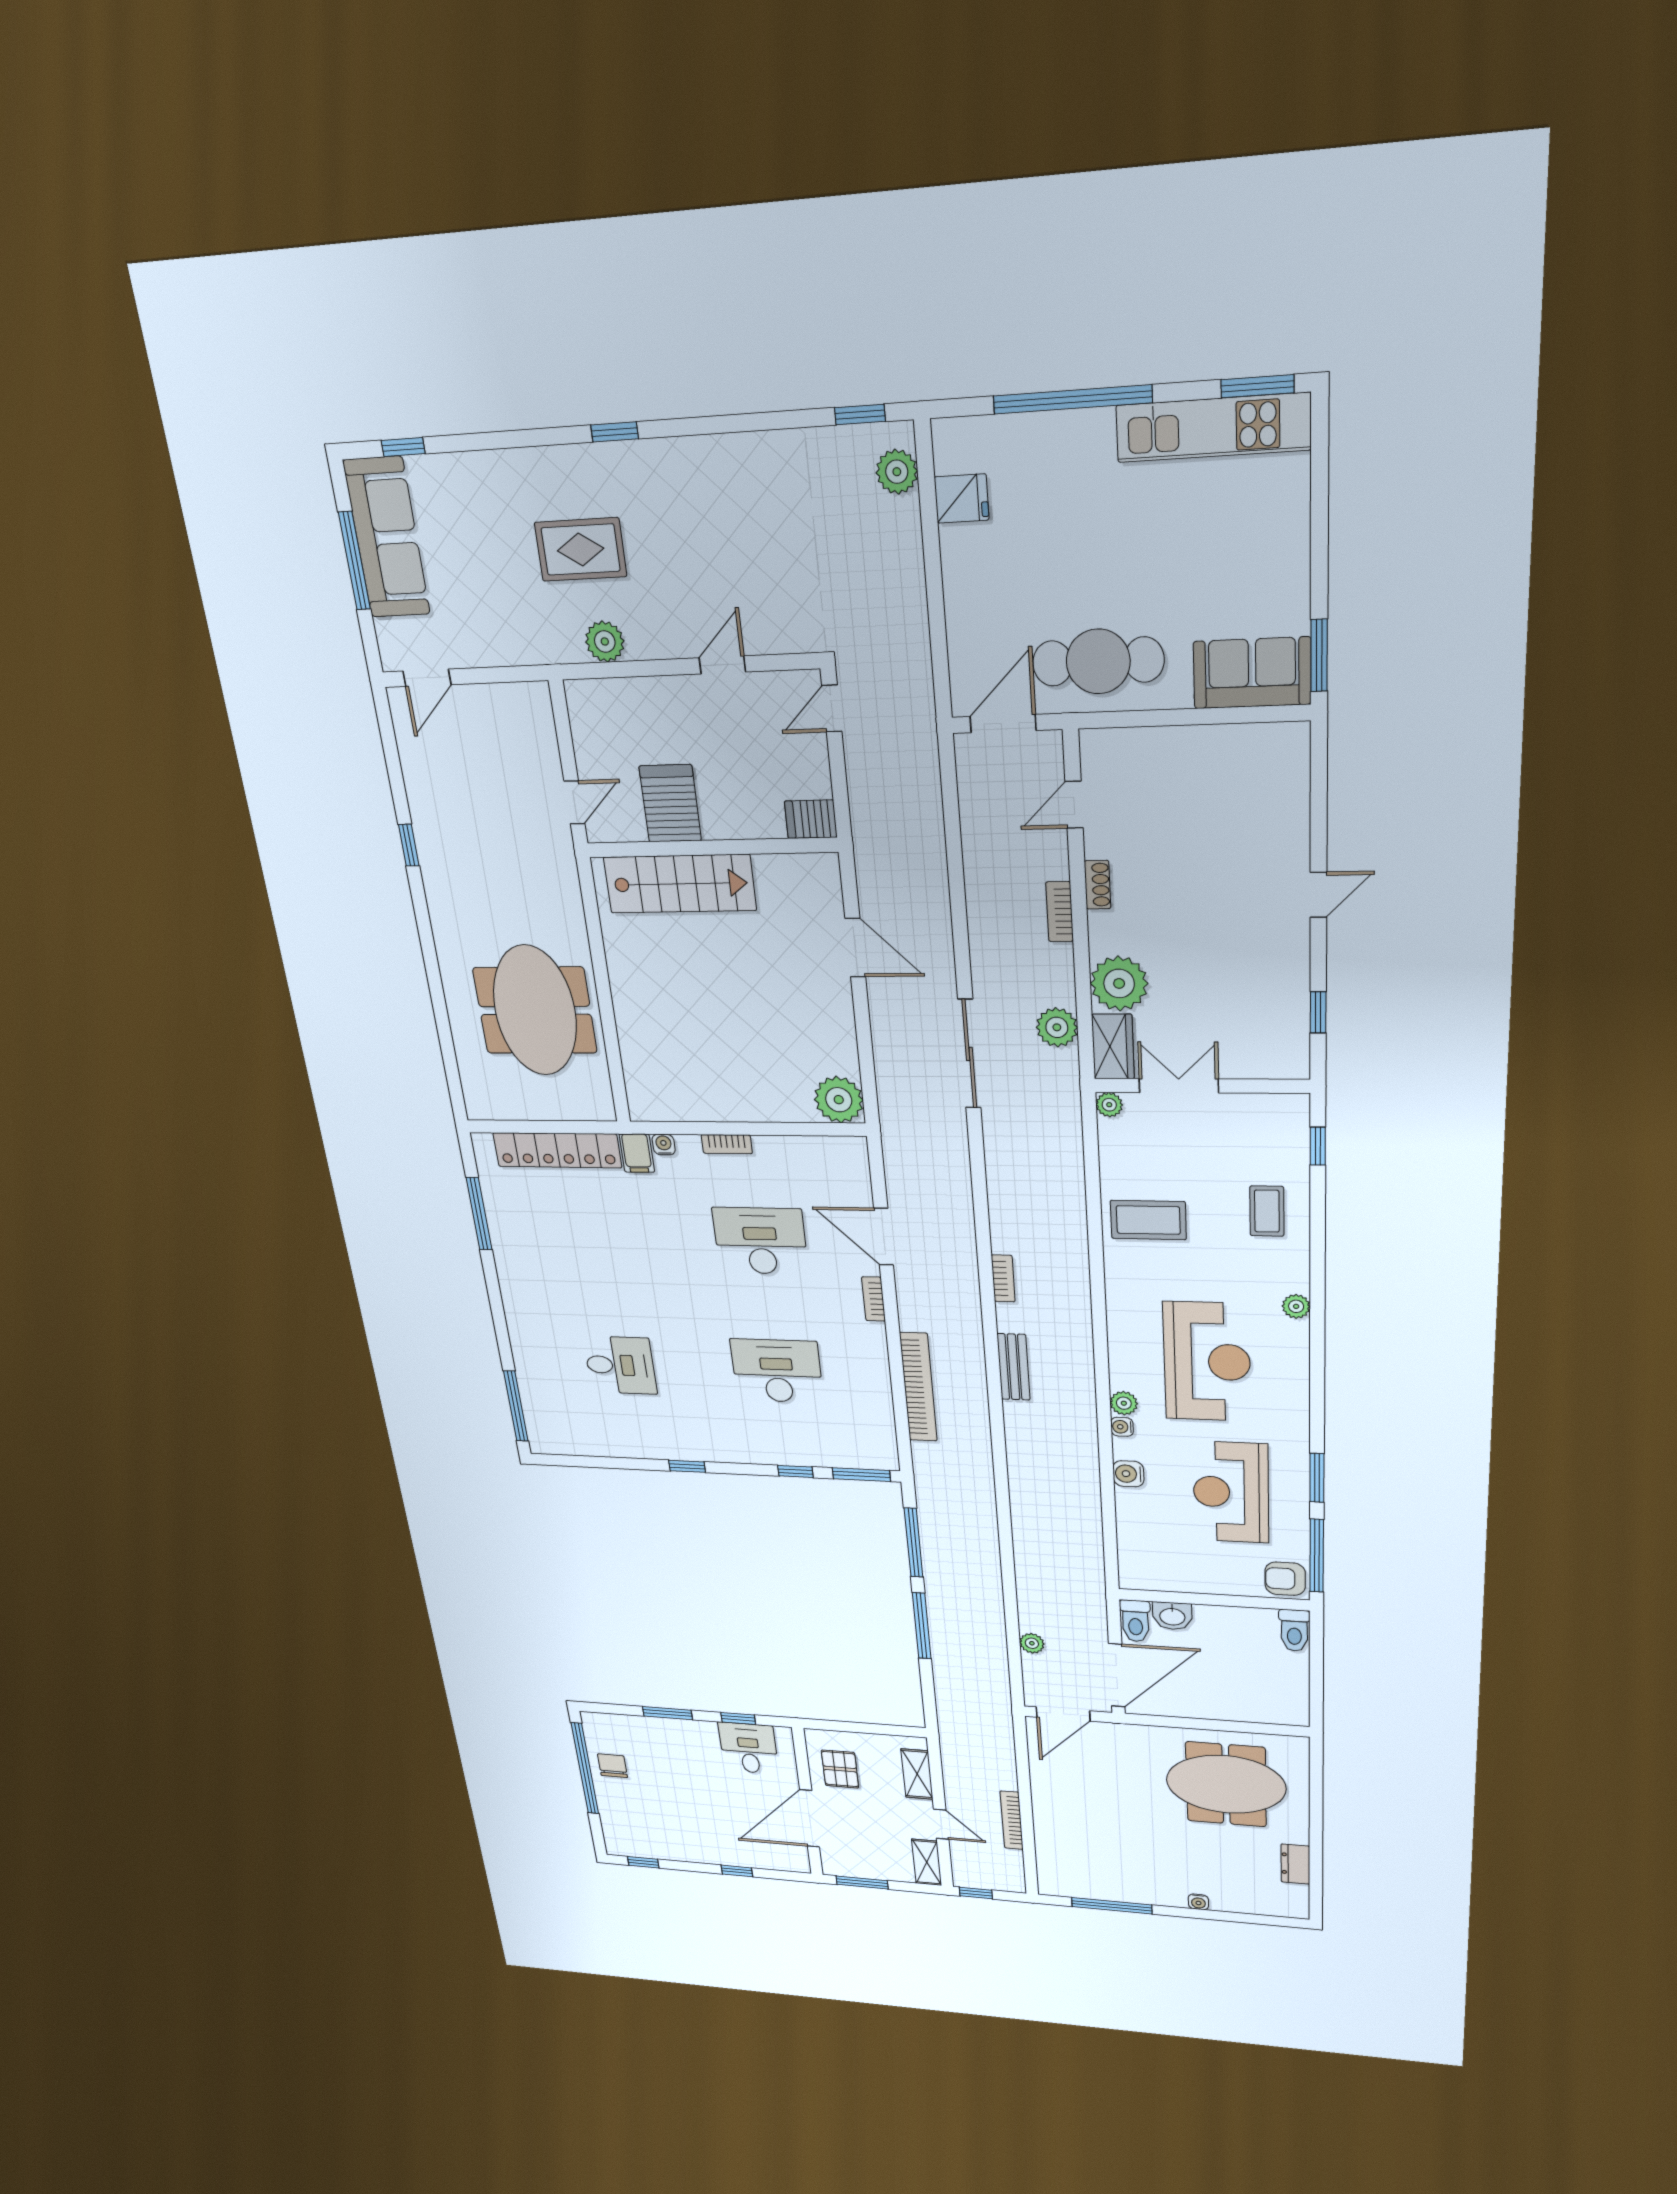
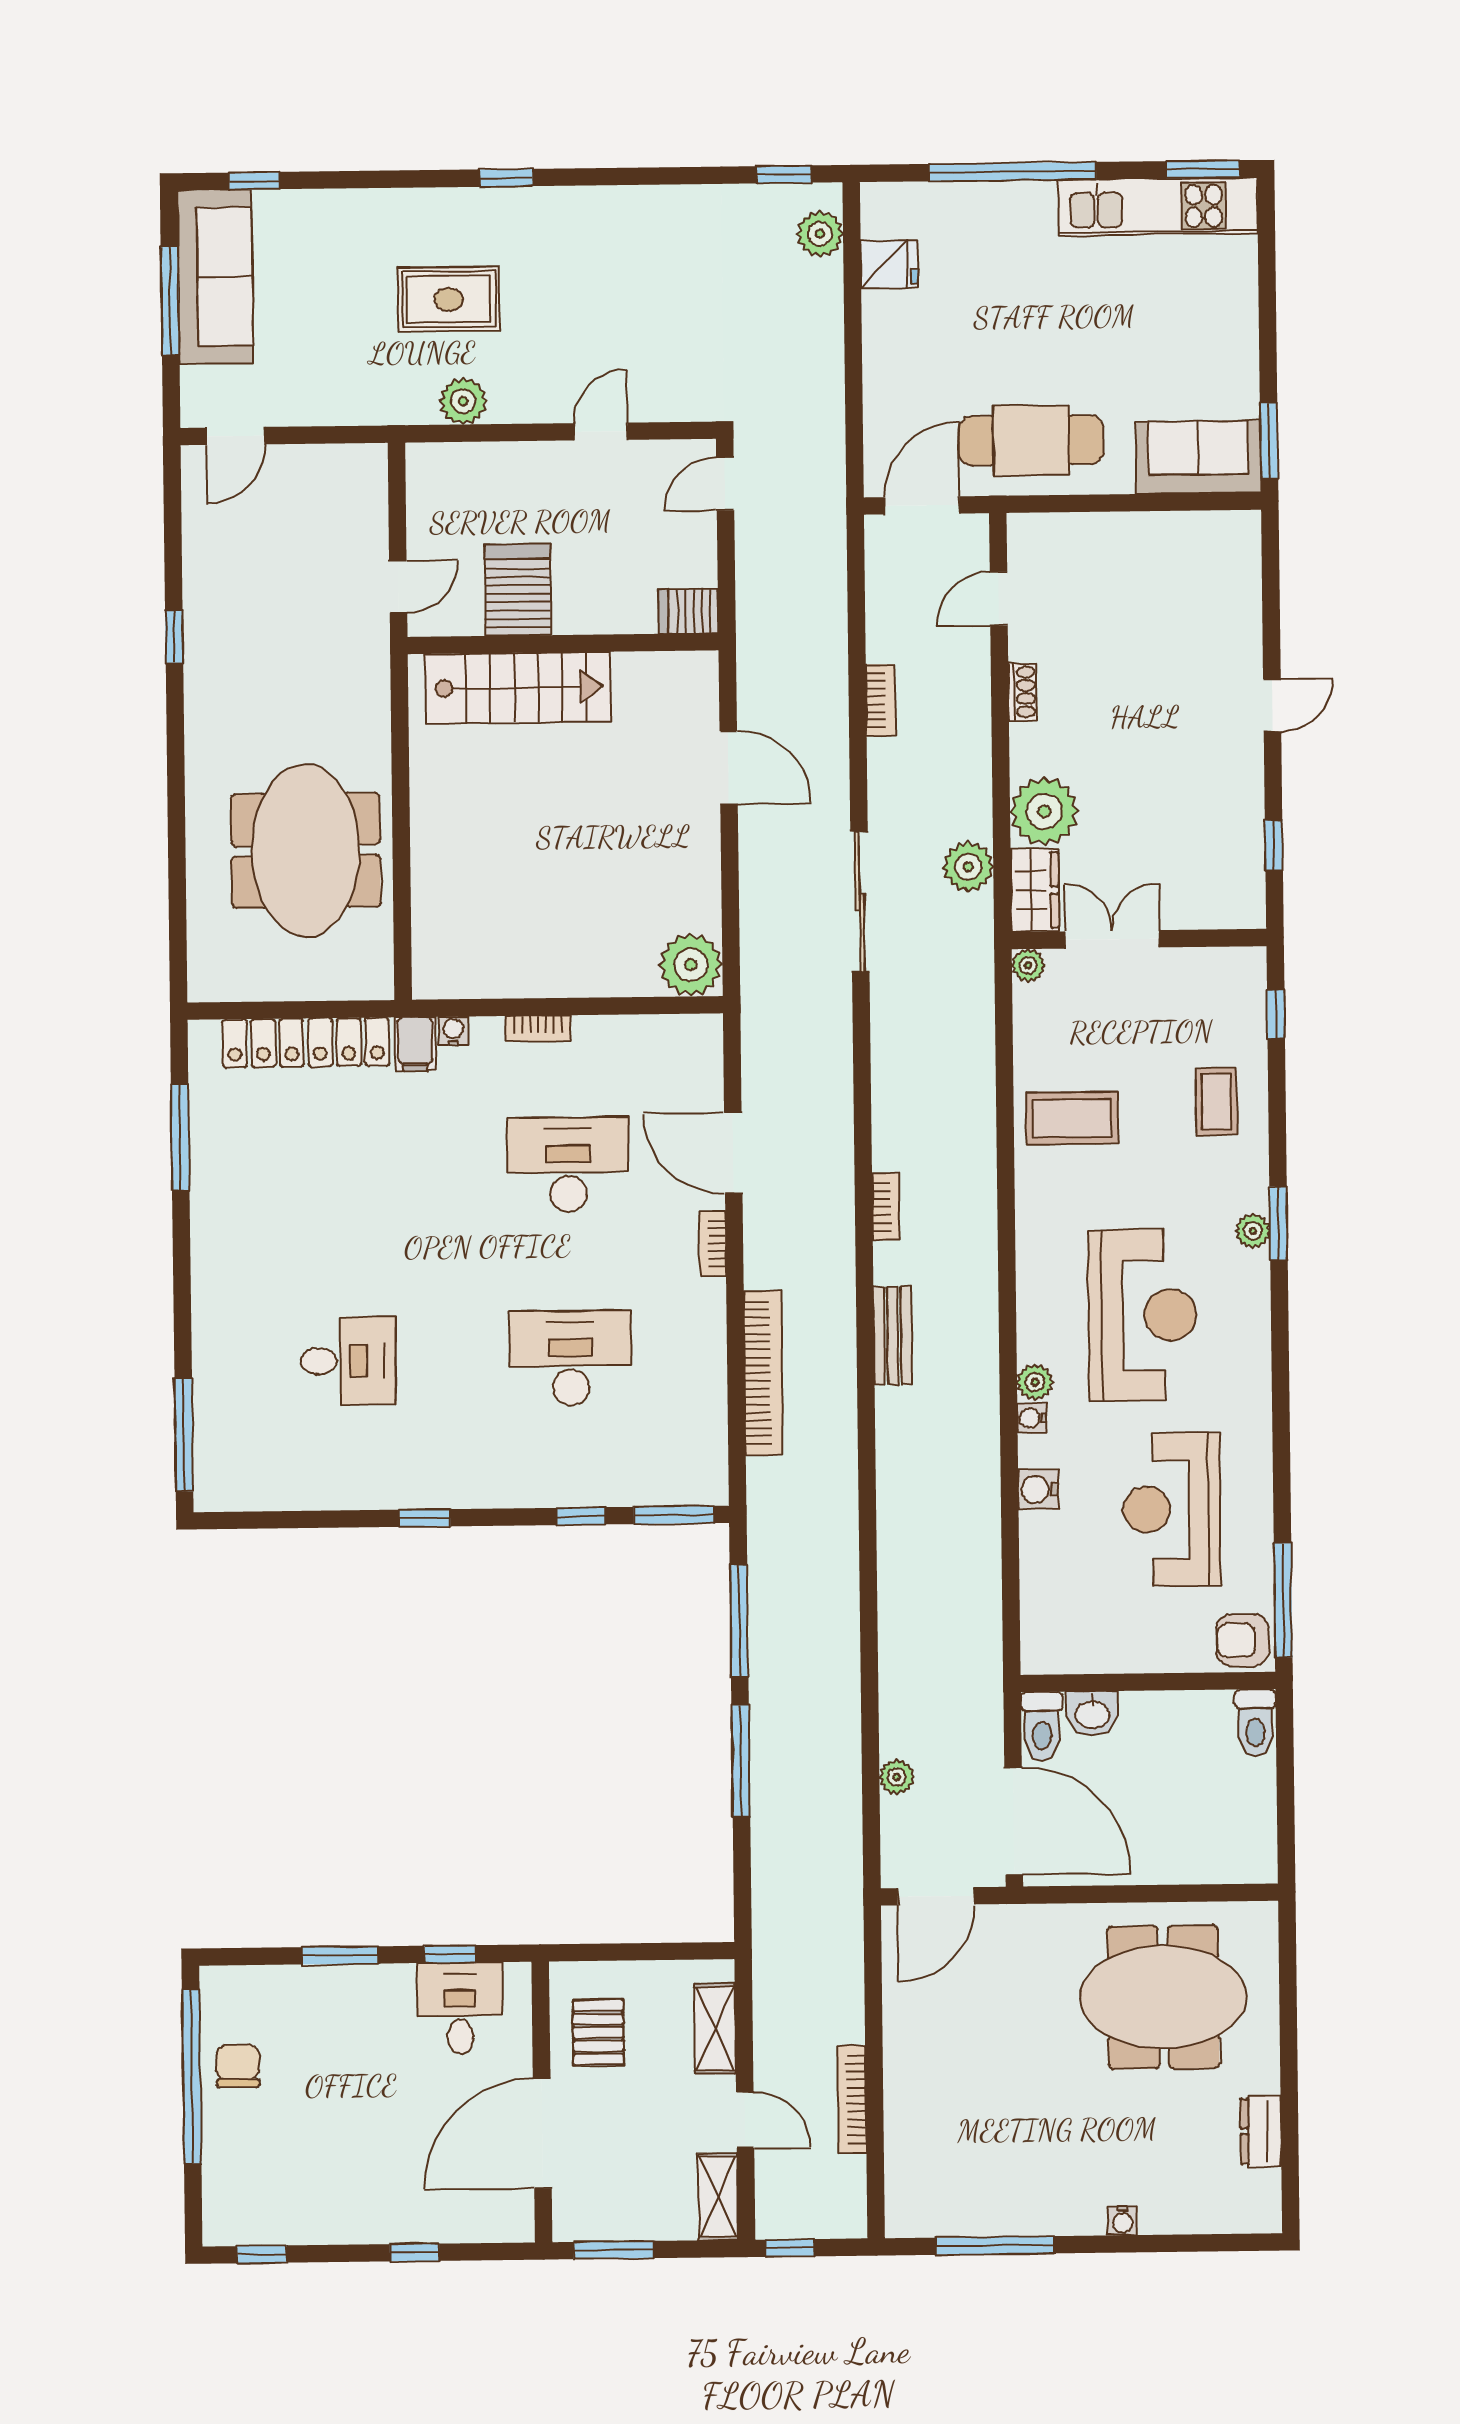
bookcase: (1060, 912) -> (880, 700), moved, turned 180
window: (1317, 1478) -> (1279, 1223), moved
door: (1117, 1675) -> (1014, 1821), hinge flipped

